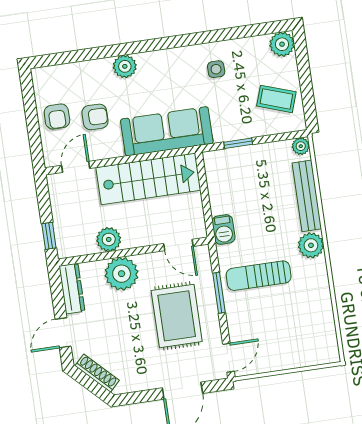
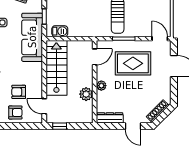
armchair: (95, 117) -> (19, 92), turned -90
sofa: (167, 131) -> (32, 37), moved
barbecue: (223, 230) -> (60, 31), moved
window: (49, 236) -> (60, 126), moved
plant: (122, 274) -> (101, 86), width x0.53, depth x0.53

